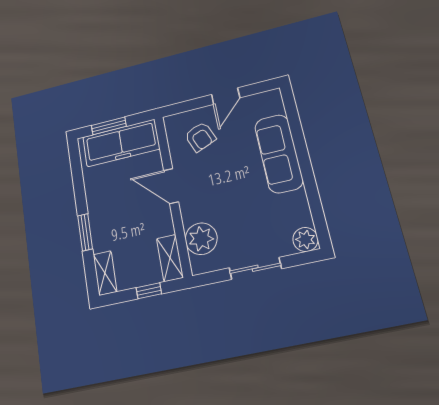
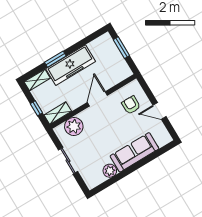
armchair: (200, 137) -> (131, 105), turned 112
freezer: (121, 143) -> (71, 65), moved, turned -90
plant: (305, 239) -> (110, 171), moved

